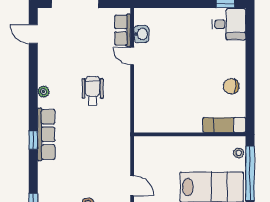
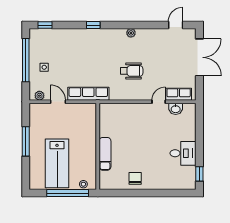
desk: (229, 24) -> (183, 153), moved, turned -90
exam couch: (224, 125) -> (105, 154), moved
row of seats: (46, 134) -> (88, 94), moved, turned 180
door: (132, 186) -> (58, 102), swing flipped

